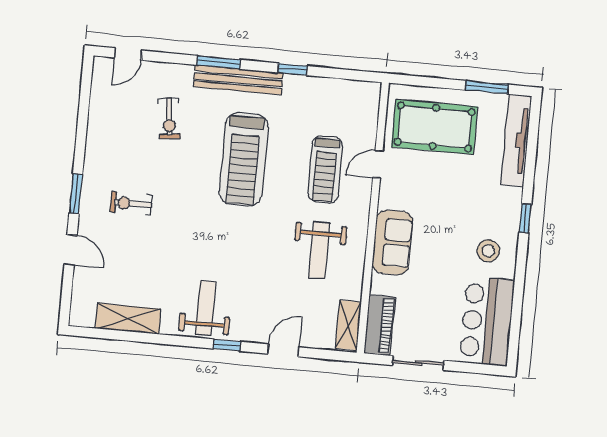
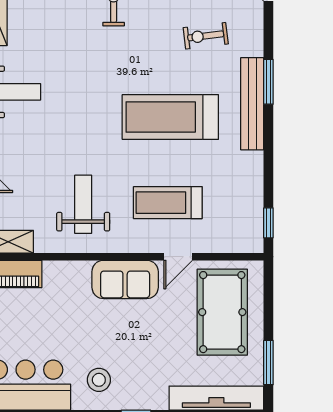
window: (293, 69) -> (268, 223), moved
door: (378, 164) -> (178, 257), swing flipped
sofa: (392, 242) -> (125, 279), moved
weight bench: (319, 250) -> (83, 204), turned 90

